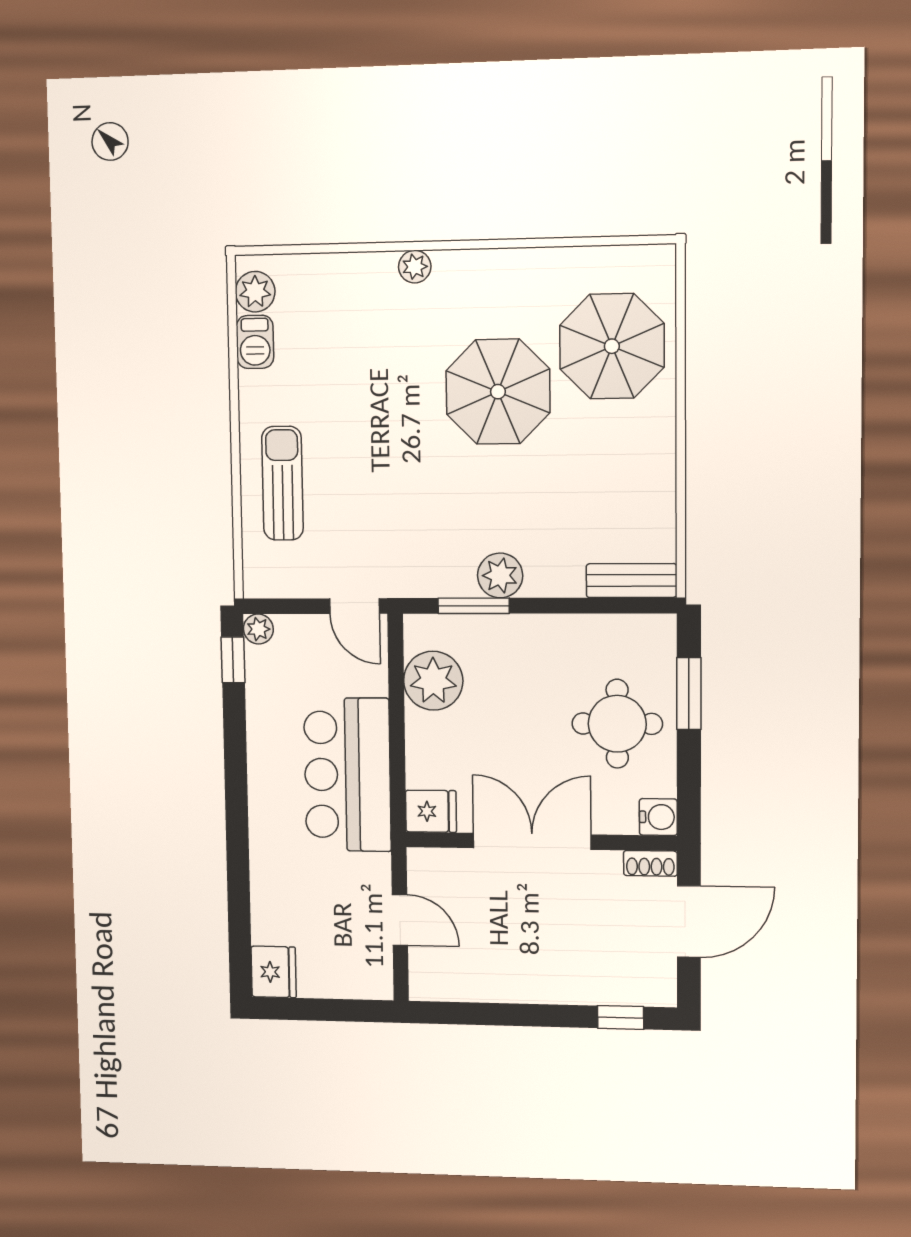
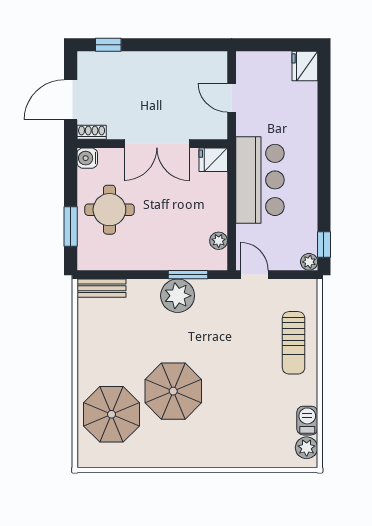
plant: (415, 267) -> (218, 459), removed
plant: (500, 575) -> (178, 296), width x1.36, depth x1.36
plant: (433, 681) -> (219, 241), width x0.53, depth x0.53

